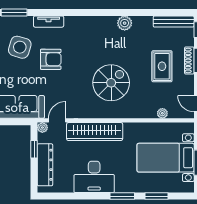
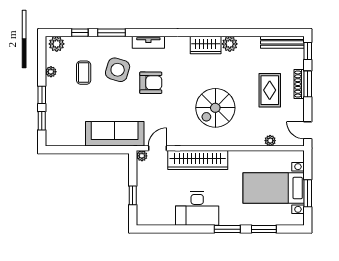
wardrobe: (102, 24) -> (206, 45), added
spiral stairs: (111, 83) -> (215, 108), turned 180
window: (34, 149) -> (133, 195), moved
dresser: (45, 165) -> (145, 196), removed

